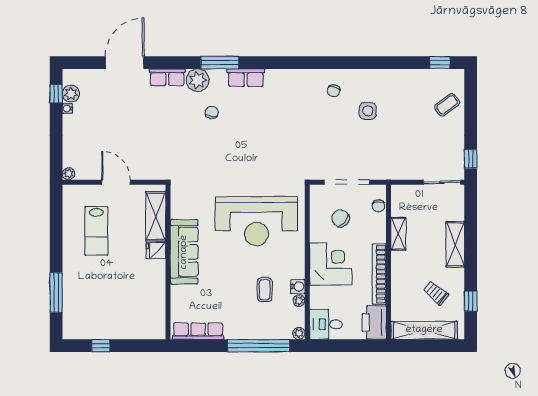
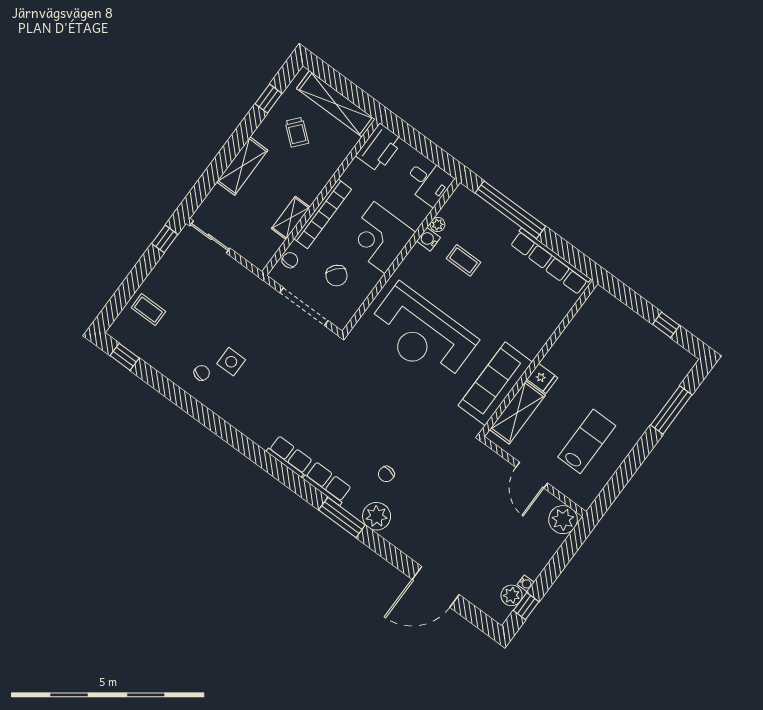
row of seats: (167, 77) -> (290, 456), moved
chair: (334, 91) -> (202, 373), moved
coffee table: (447, 105) -> (148, 310), turned 37
plant: (69, 174) -> (563, 520), width x1.88, depth x1.88
reception desk: (256, 221) -> (422, 334), turned 180
sofa: (184, 252) -> (495, 384), moved
bookcase: (379, 274) -> (323, 214), moved
coffee table: (265, 290) -> (463, 260), turned 90
row of seats: (198, 331) -> (550, 261), width x1.36
plant: (299, 333) -> (462, 192), removed

